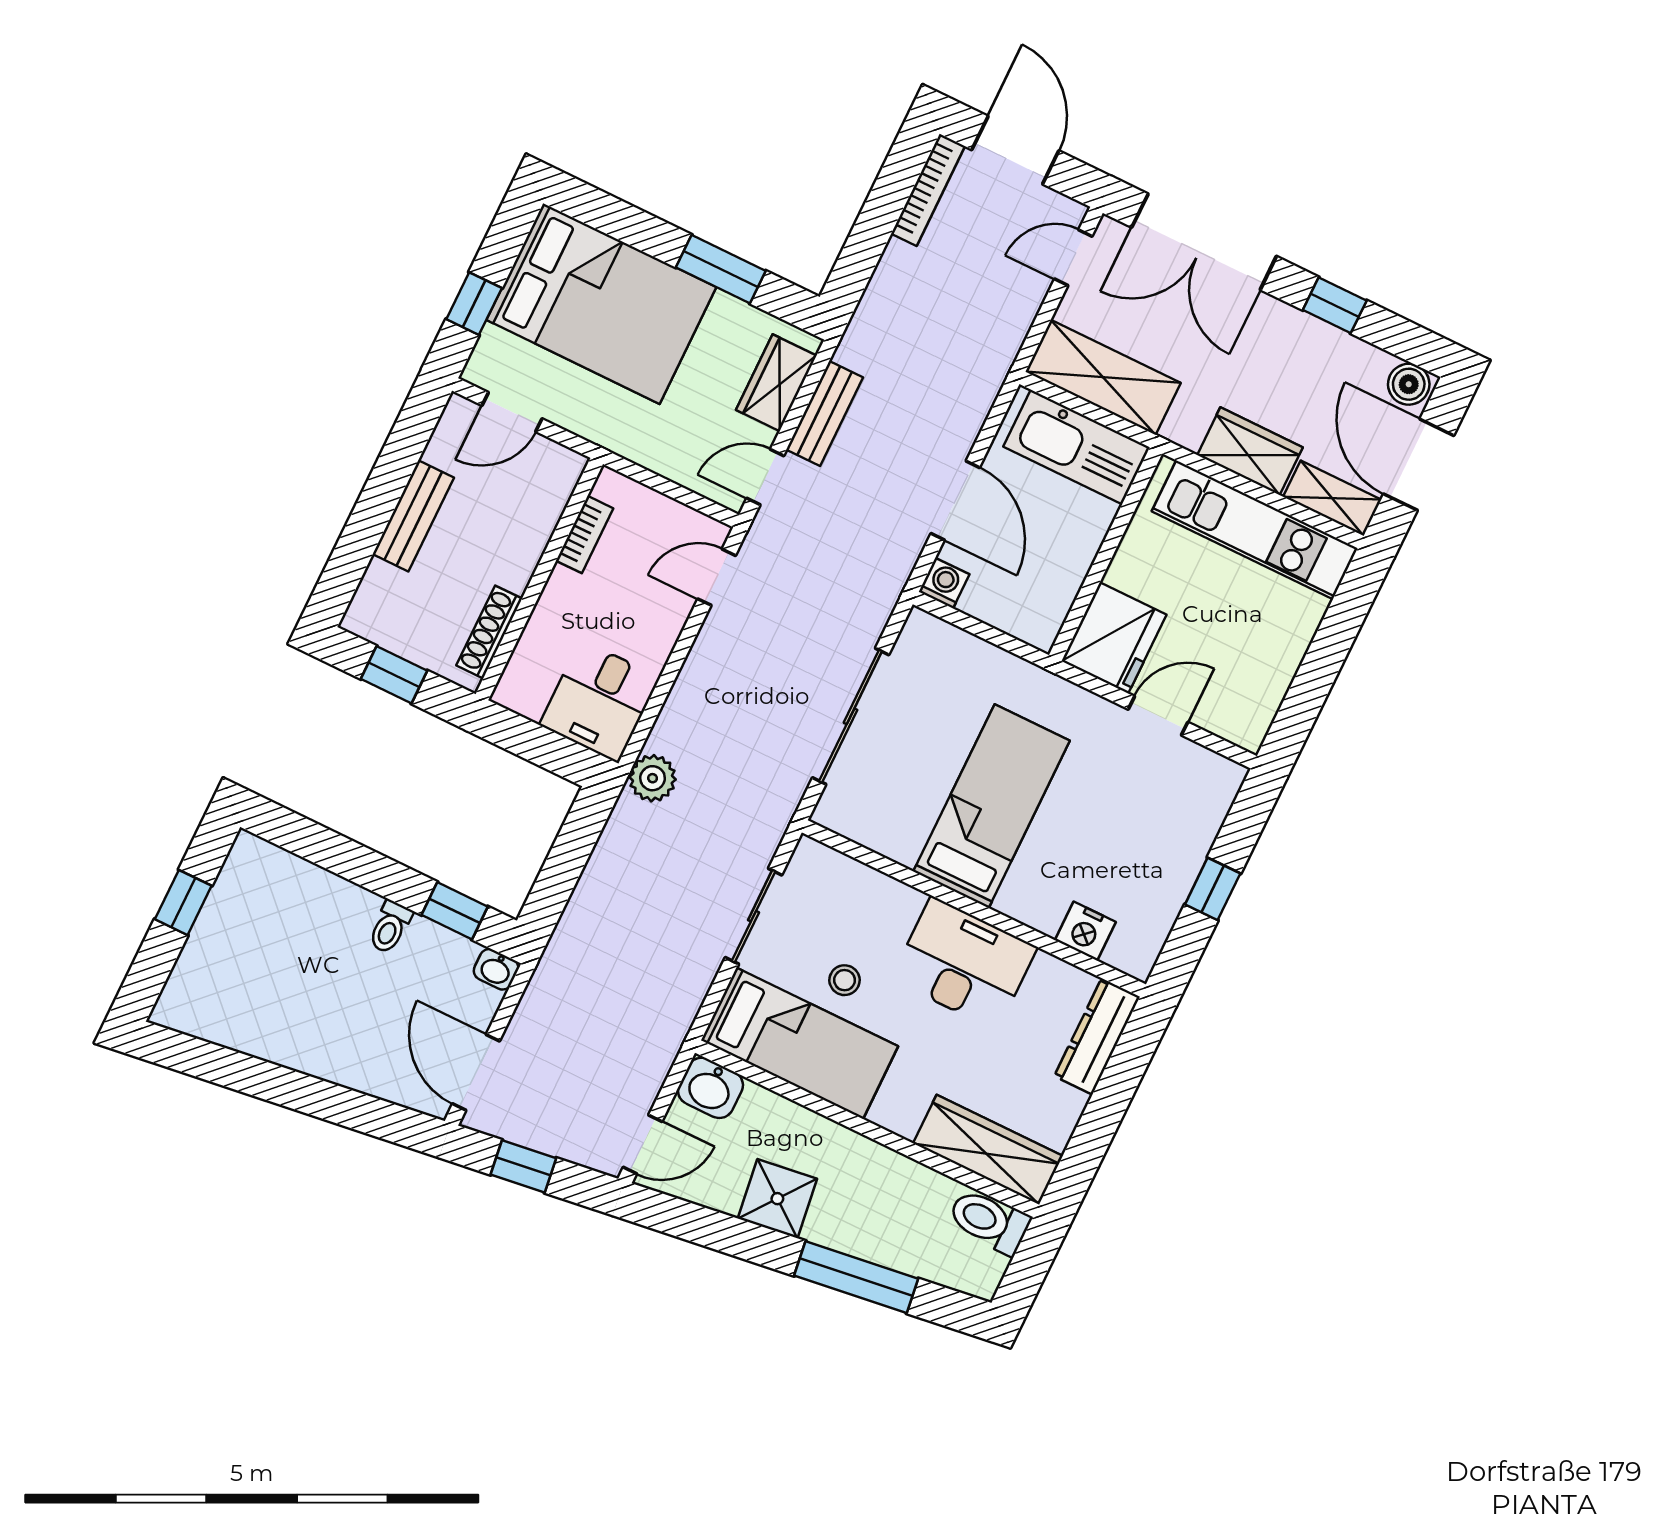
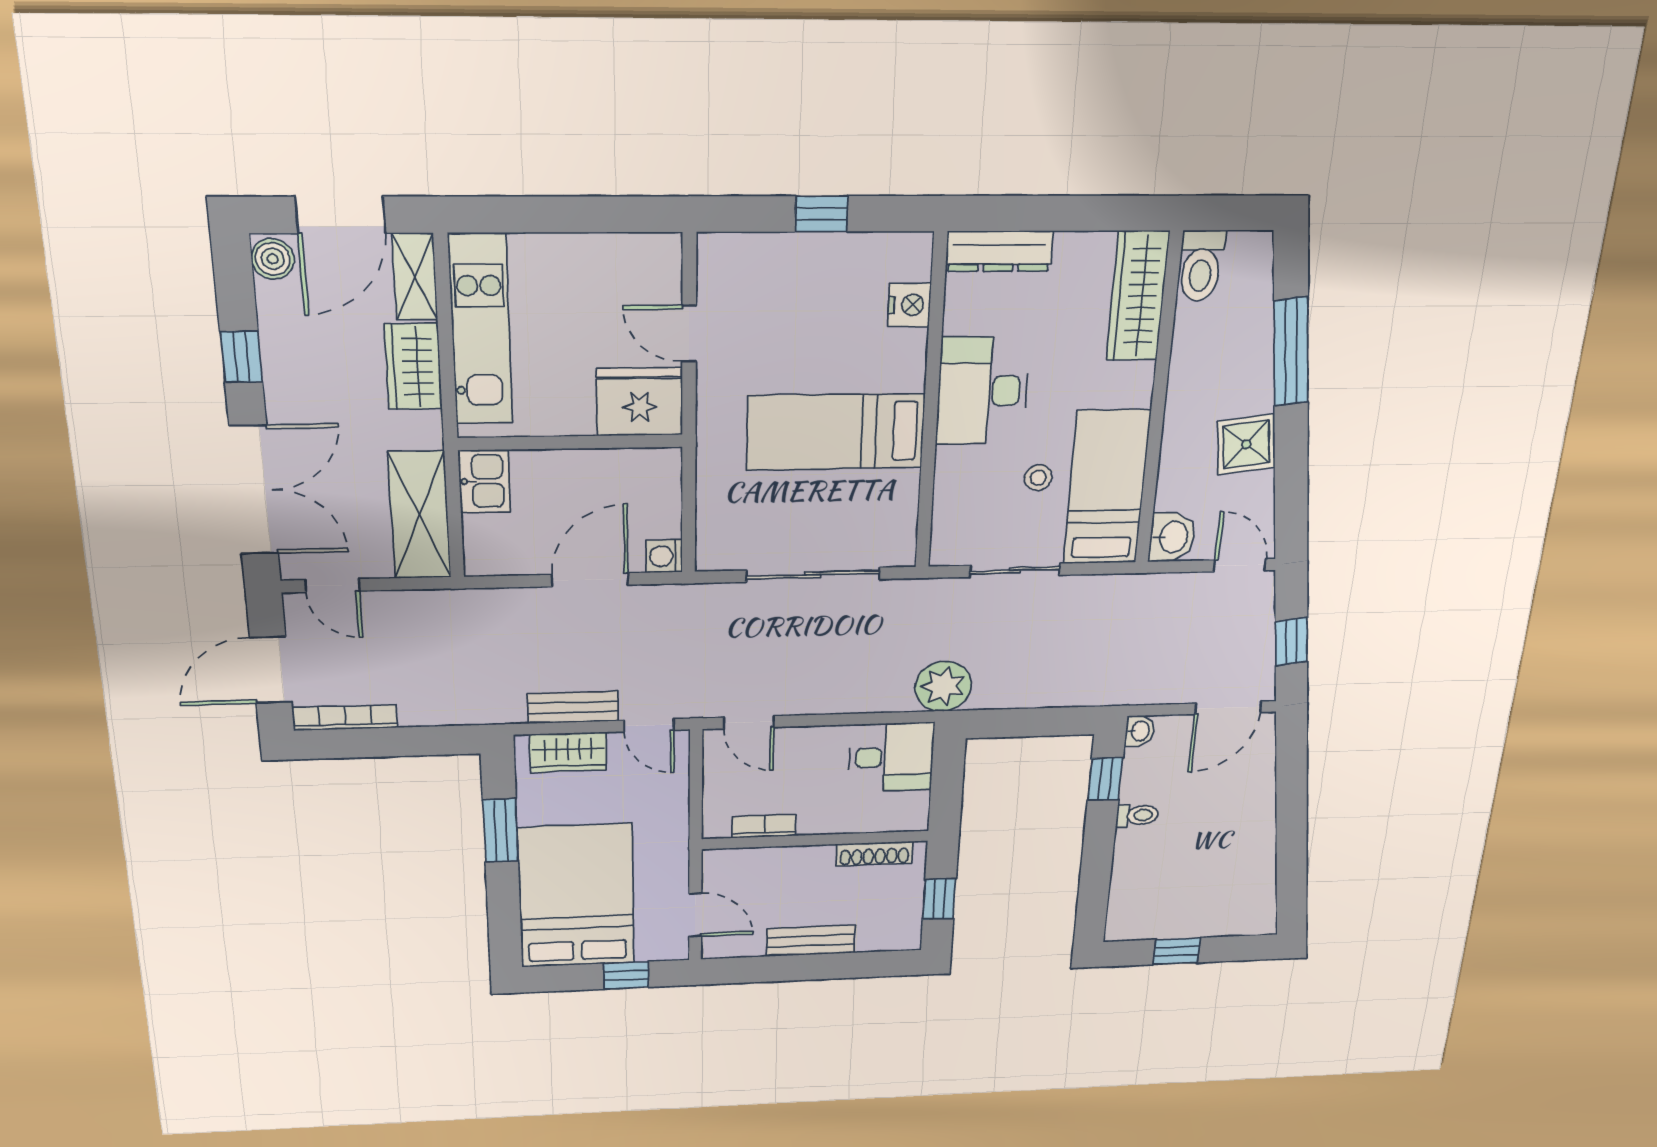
kitchen sink: (1077, 447) -> (484, 481), width x0.53, depth x0.81
plant: (653, 778) -> (943, 686), width x1.36, depth x1.36

